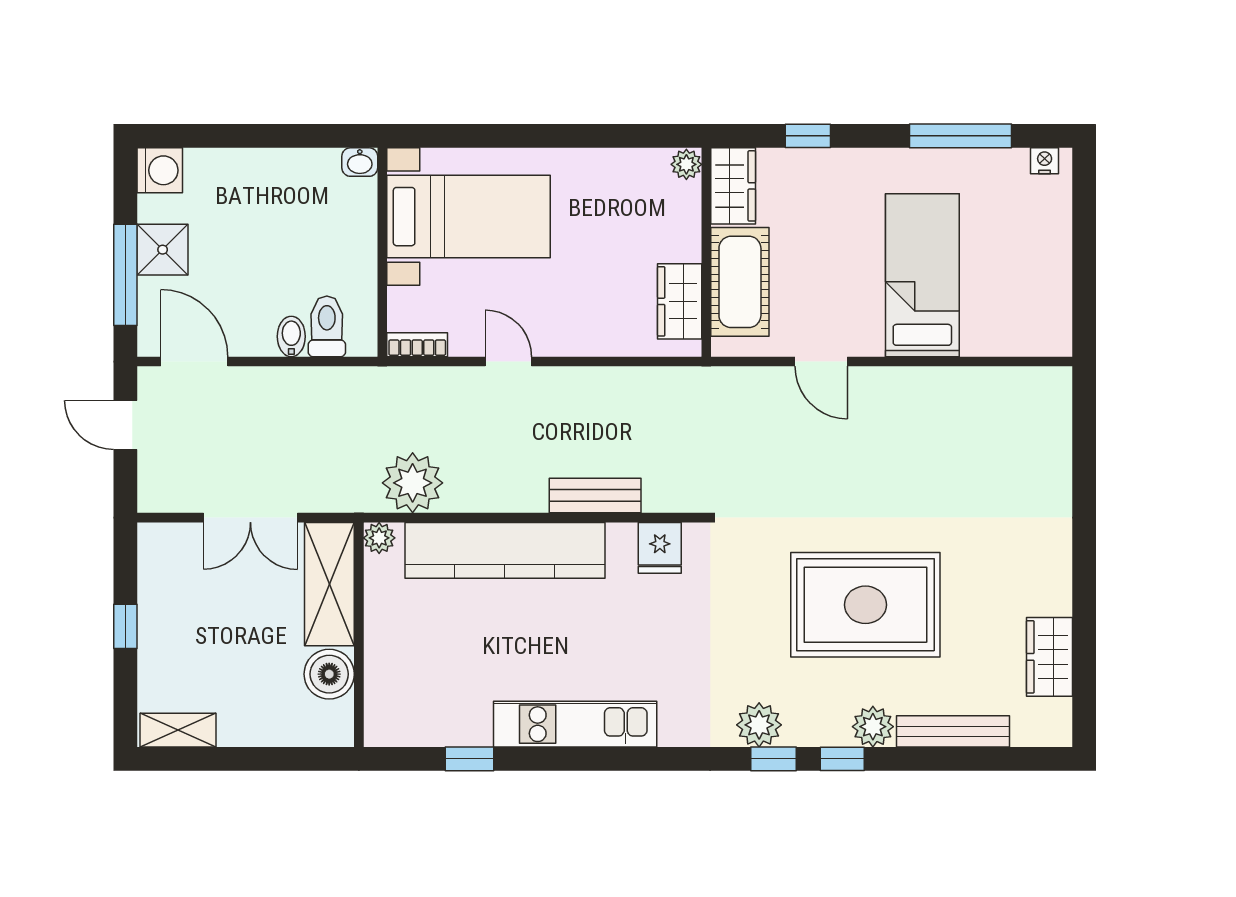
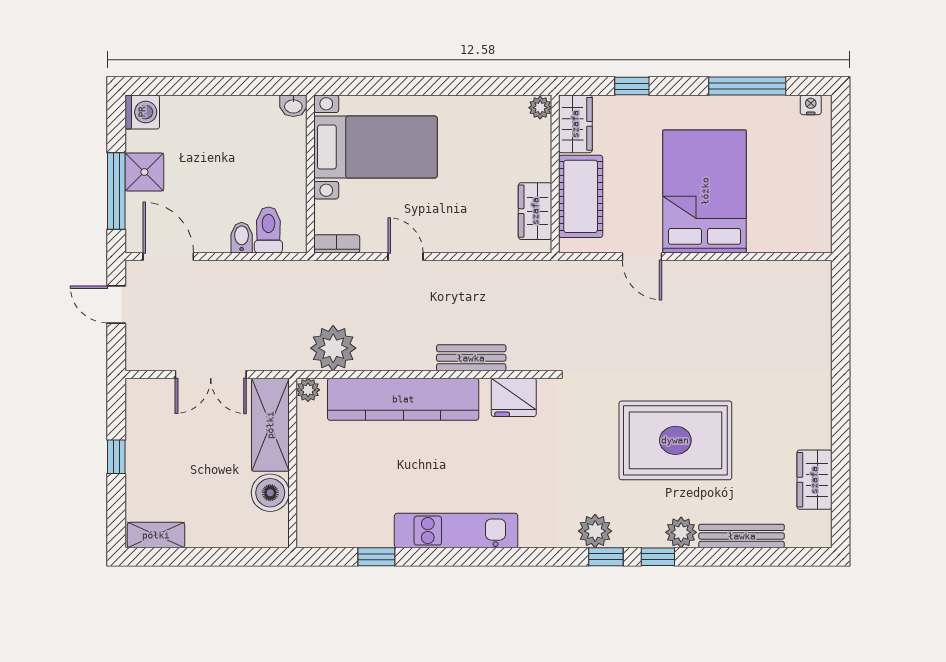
bed: (922, 275) -> (705, 191), width x1.50
fridge: (660, 548) -> (514, 397), width x1.38

